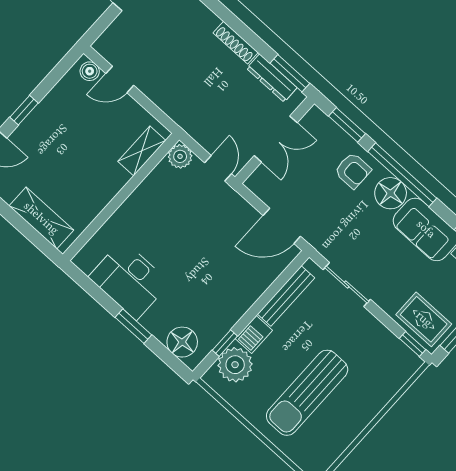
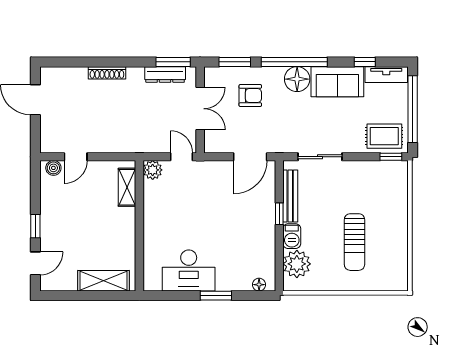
shoe rack: (236, 43) -> (107, 73), moved
armchair: (353, 171) -> (250, 96), moved
floor lamp: (182, 342) -> (259, 285), width x0.53, depth x0.53
window: (225, 343) -> (279, 214), moved
sun lounger: (307, 393) -> (354, 242), width x0.73, depth x0.75

